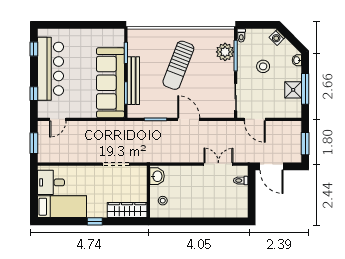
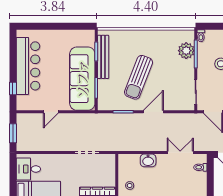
window: (34, 49) -> (13, 48), removed
sun lounger: (178, 65) -> (138, 77), moved
bench: (133, 81) -> (103, 57), moved
door: (58, 119) -> (51, 112), moved
door: (189, 119) -> (153, 112), hinge flipped
washbasin: (157, 176) -> (148, 160), moved, turned 90

